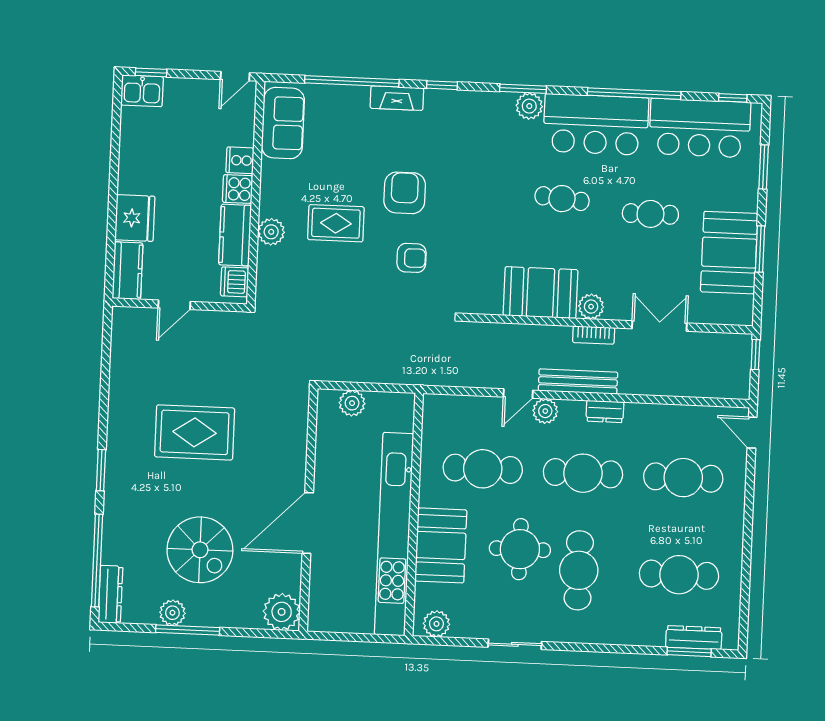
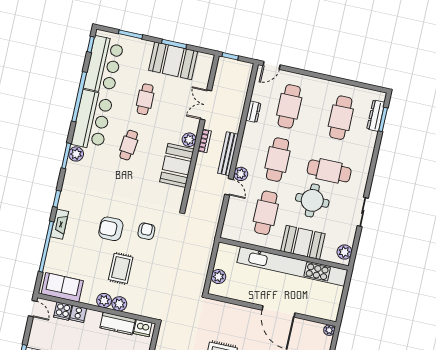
cooker: (238, 189) -> (63, 311), moved
plant: (272, 203) -> (104, 301), added
dresser: (605, 411) -> (253, 112), moved
plant: (282, 612) -> (329, 330), width x0.53, depth x0.53

